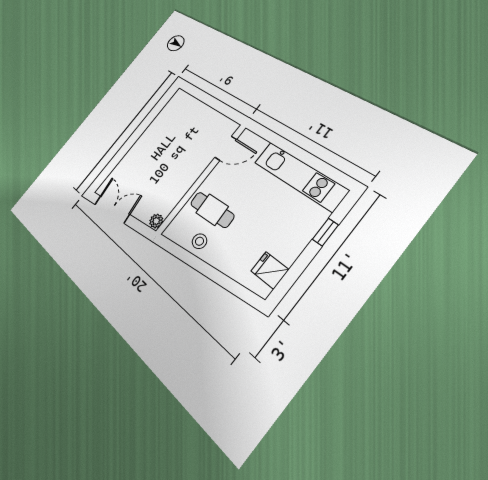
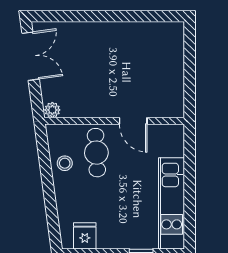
door: (226, 148) -> (133, 121), moved

